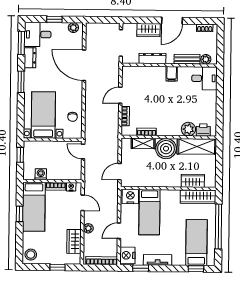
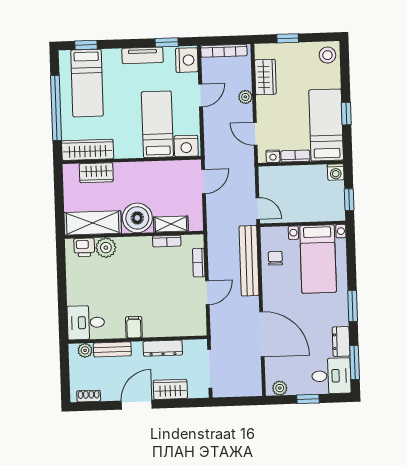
bench: (91, 116) -> (249, 261), added
washing machine: (41, 174) -> (336, 172), moved

